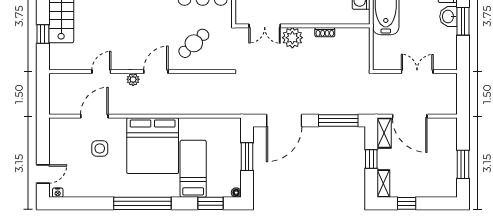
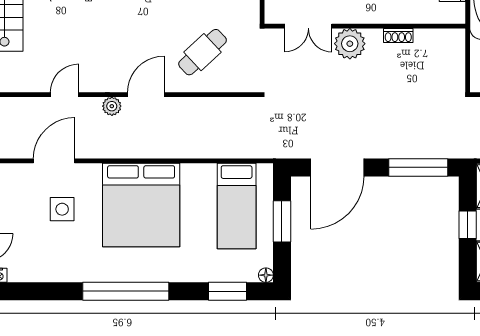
bed: (193, 169) -> (237, 206), moved, turned 180

